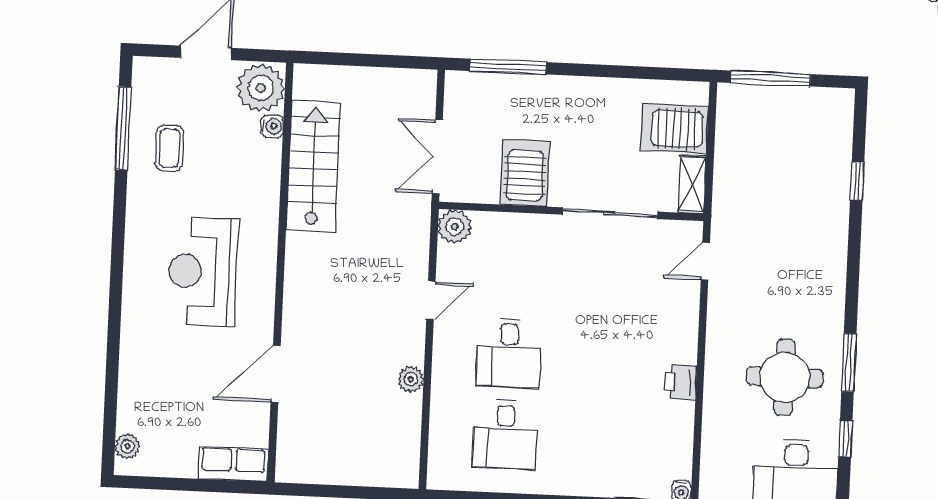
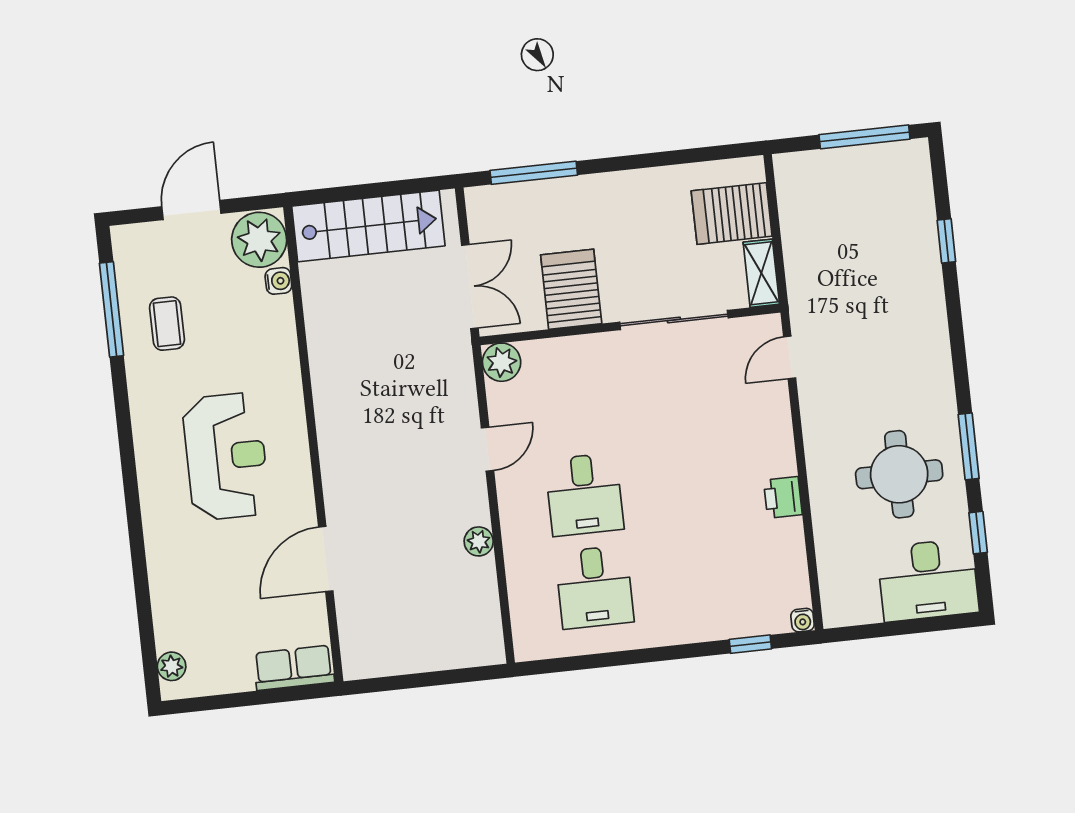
window: (771, 78) -> (864, 137), moved
double door: (437, 157) -> (470, 287), swing flipped
stairs: (313, 166) -> (368, 226), moved, turned 90
reception desk: (203, 271) -> (226, 456), turned 180

